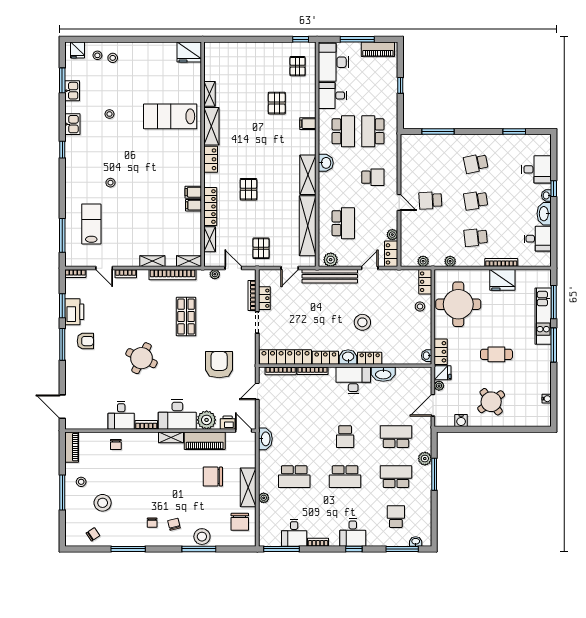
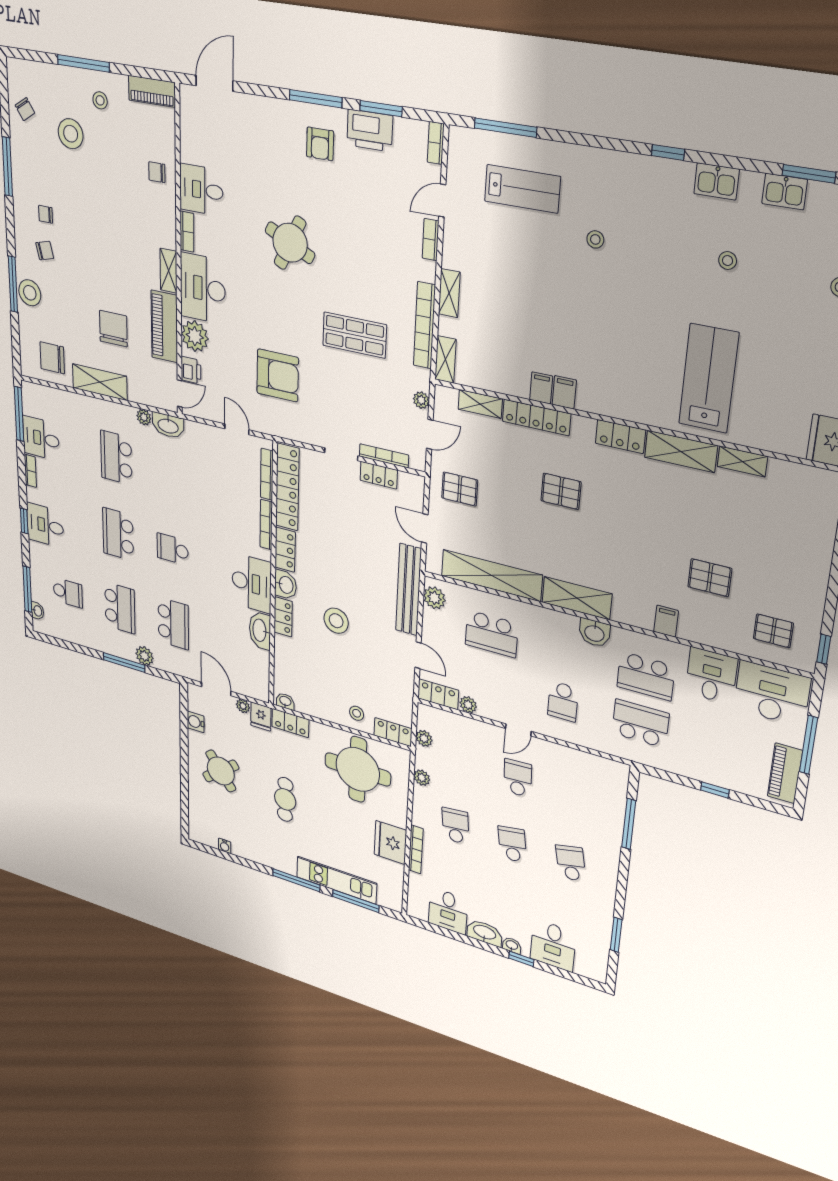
plant: (264, 498) -> (144, 417), moved

